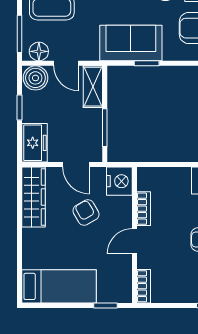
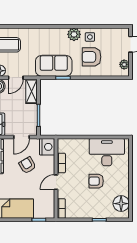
door: (66, 63) -> (16, 78), hinge flipped
door: (76, 165) -> (22, 137), hinge flipped

